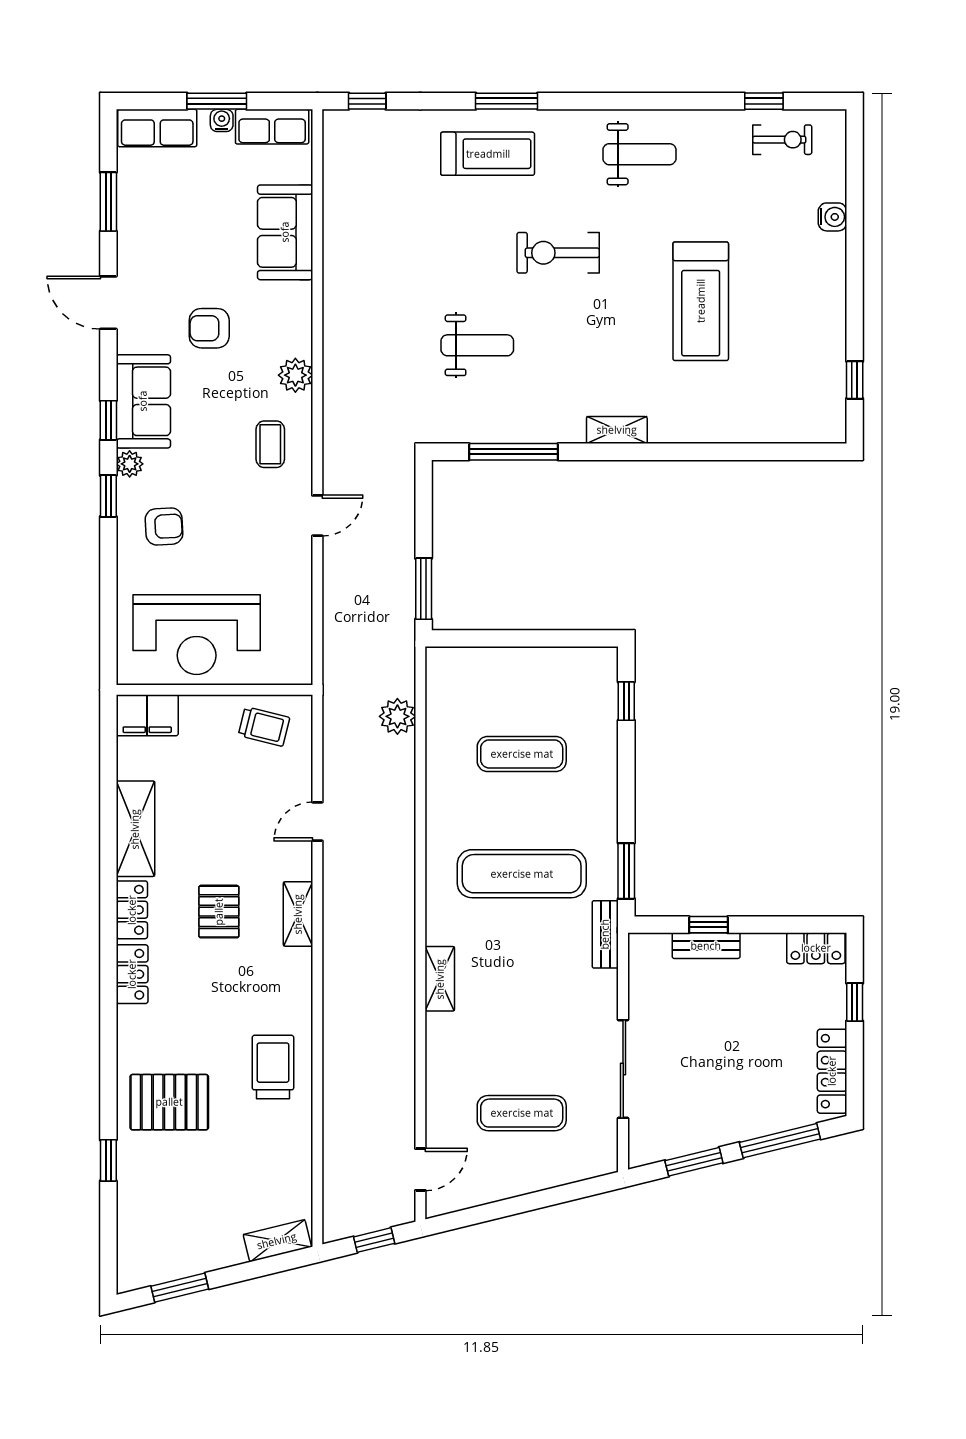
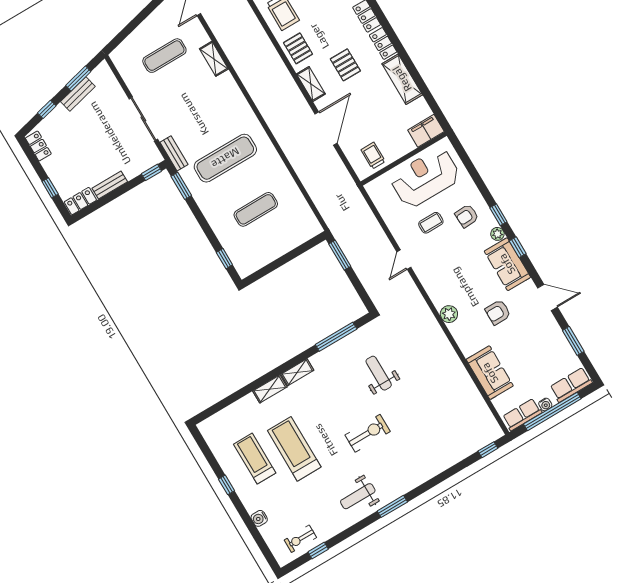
window: (217, 101) -> (552, 411), width x2.11
window: (507, 101) -> (392, 506), moved
treadmill: (488, 154) -> (255, 459), moved, turned 90
armchair: (209, 328) -> (498, 312), turned 180
weight bench: (477, 345) -> (379, 373), turned 90
window: (855, 380) -> (226, 485), moved
shelving: (681, 429) -> (270, 389), added
coffee table: (270, 444) -> (431, 223), moved, turned 90
plant: (397, 716) -> (318, 194), removed
trolley: (264, 726) -> (373, 156), turned 76
door: (317, 821) -> (326, 129), width x1.88
window: (708, 925) -> (151, 172), moved
bench: (706, 946) -> (110, 185), moved
shelving: (440, 979) -> (214, 59), moved
pallet: (284, 989) -> (298, 48), added
sliding door: (623, 1069) -> (143, 119), moved
locker: (832, 1071) -> (38, 146), width x0.66
bench: (710, 1135) -> (78, 94), added
window: (780, 1141) -> (47, 109), width x0.46

